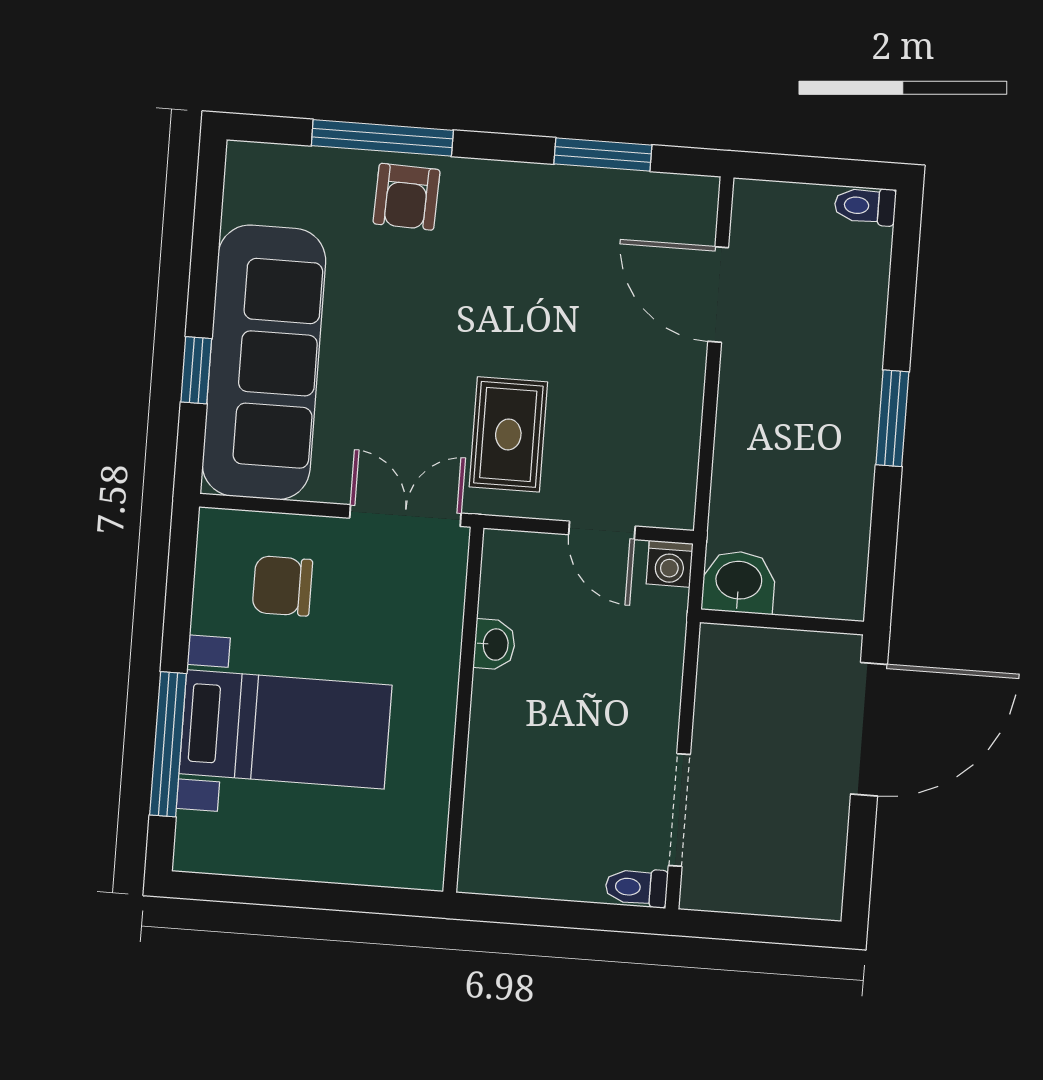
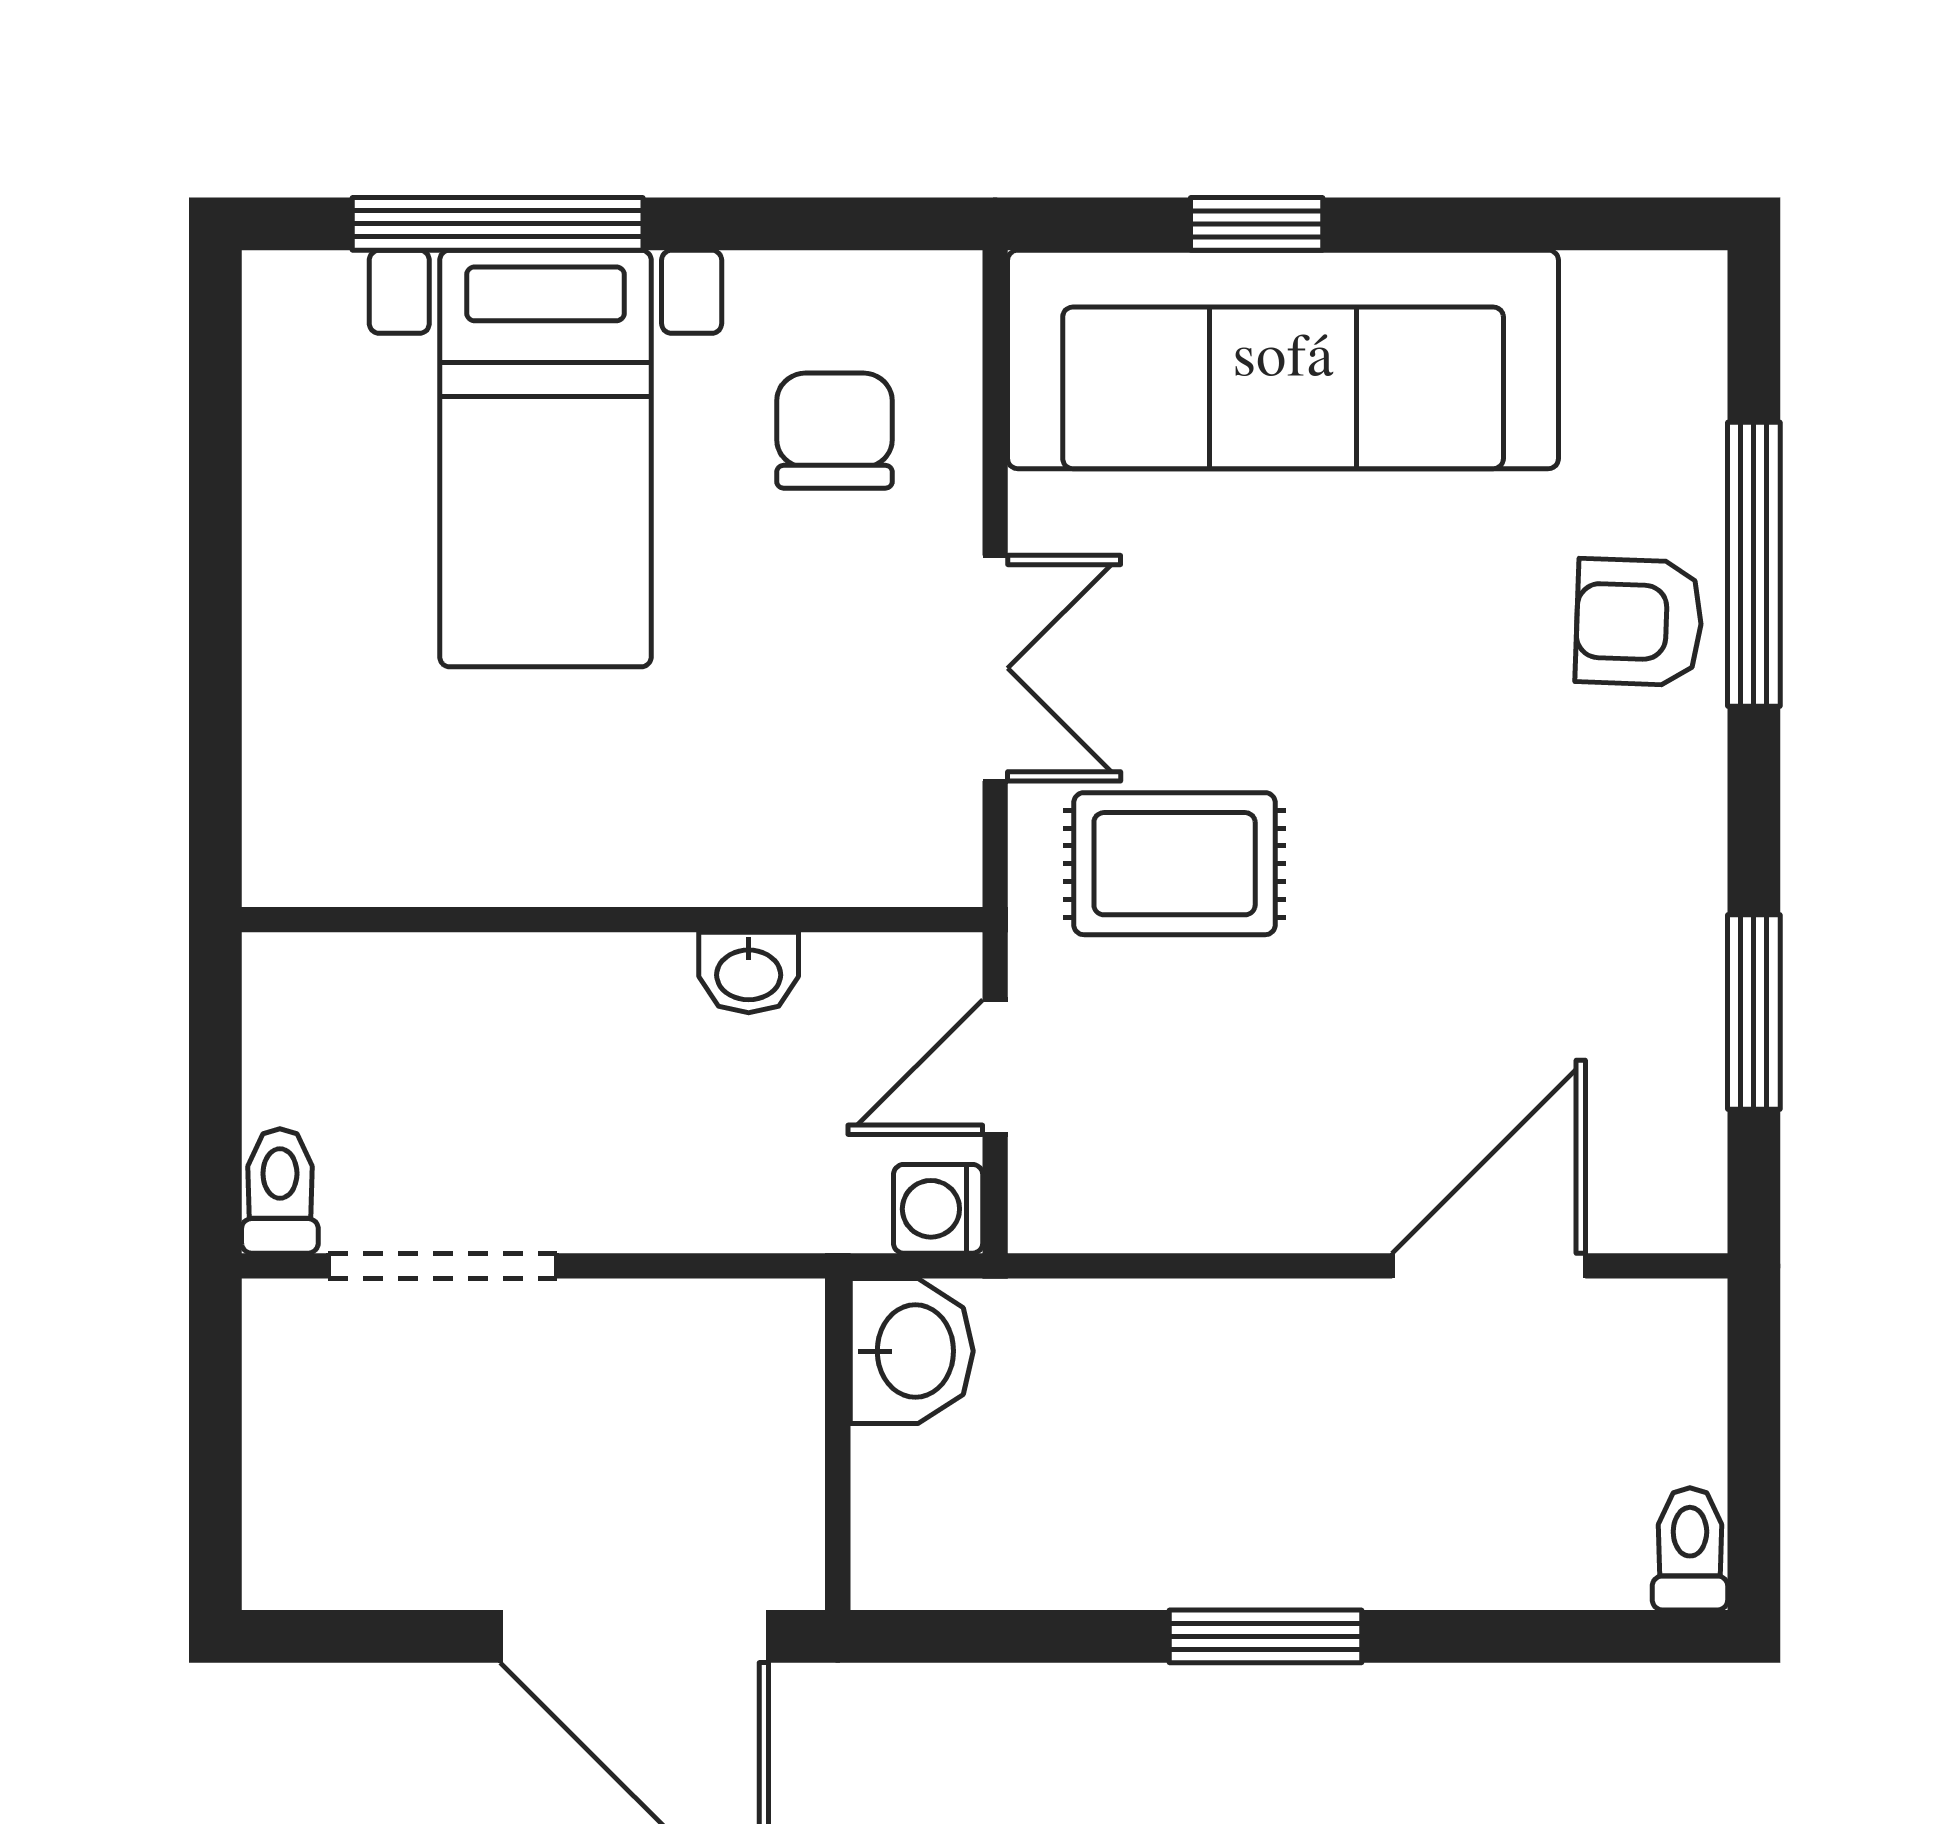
washbasin: (494, 644) -> (749, 973), moved
wall: (463, 710) -> (612, 920), moved

